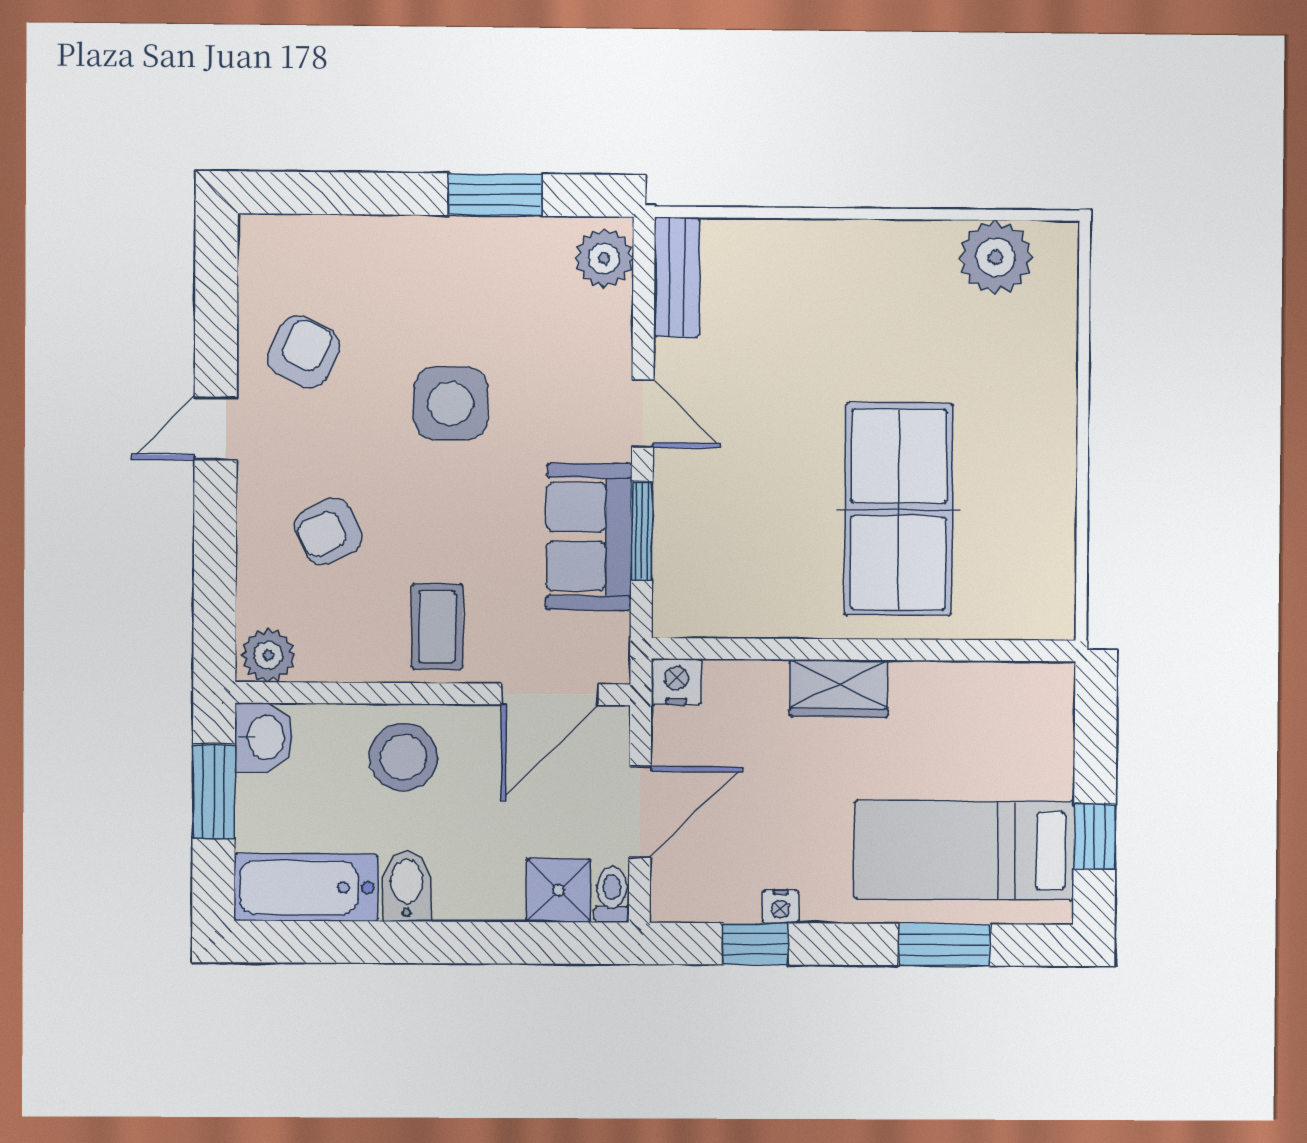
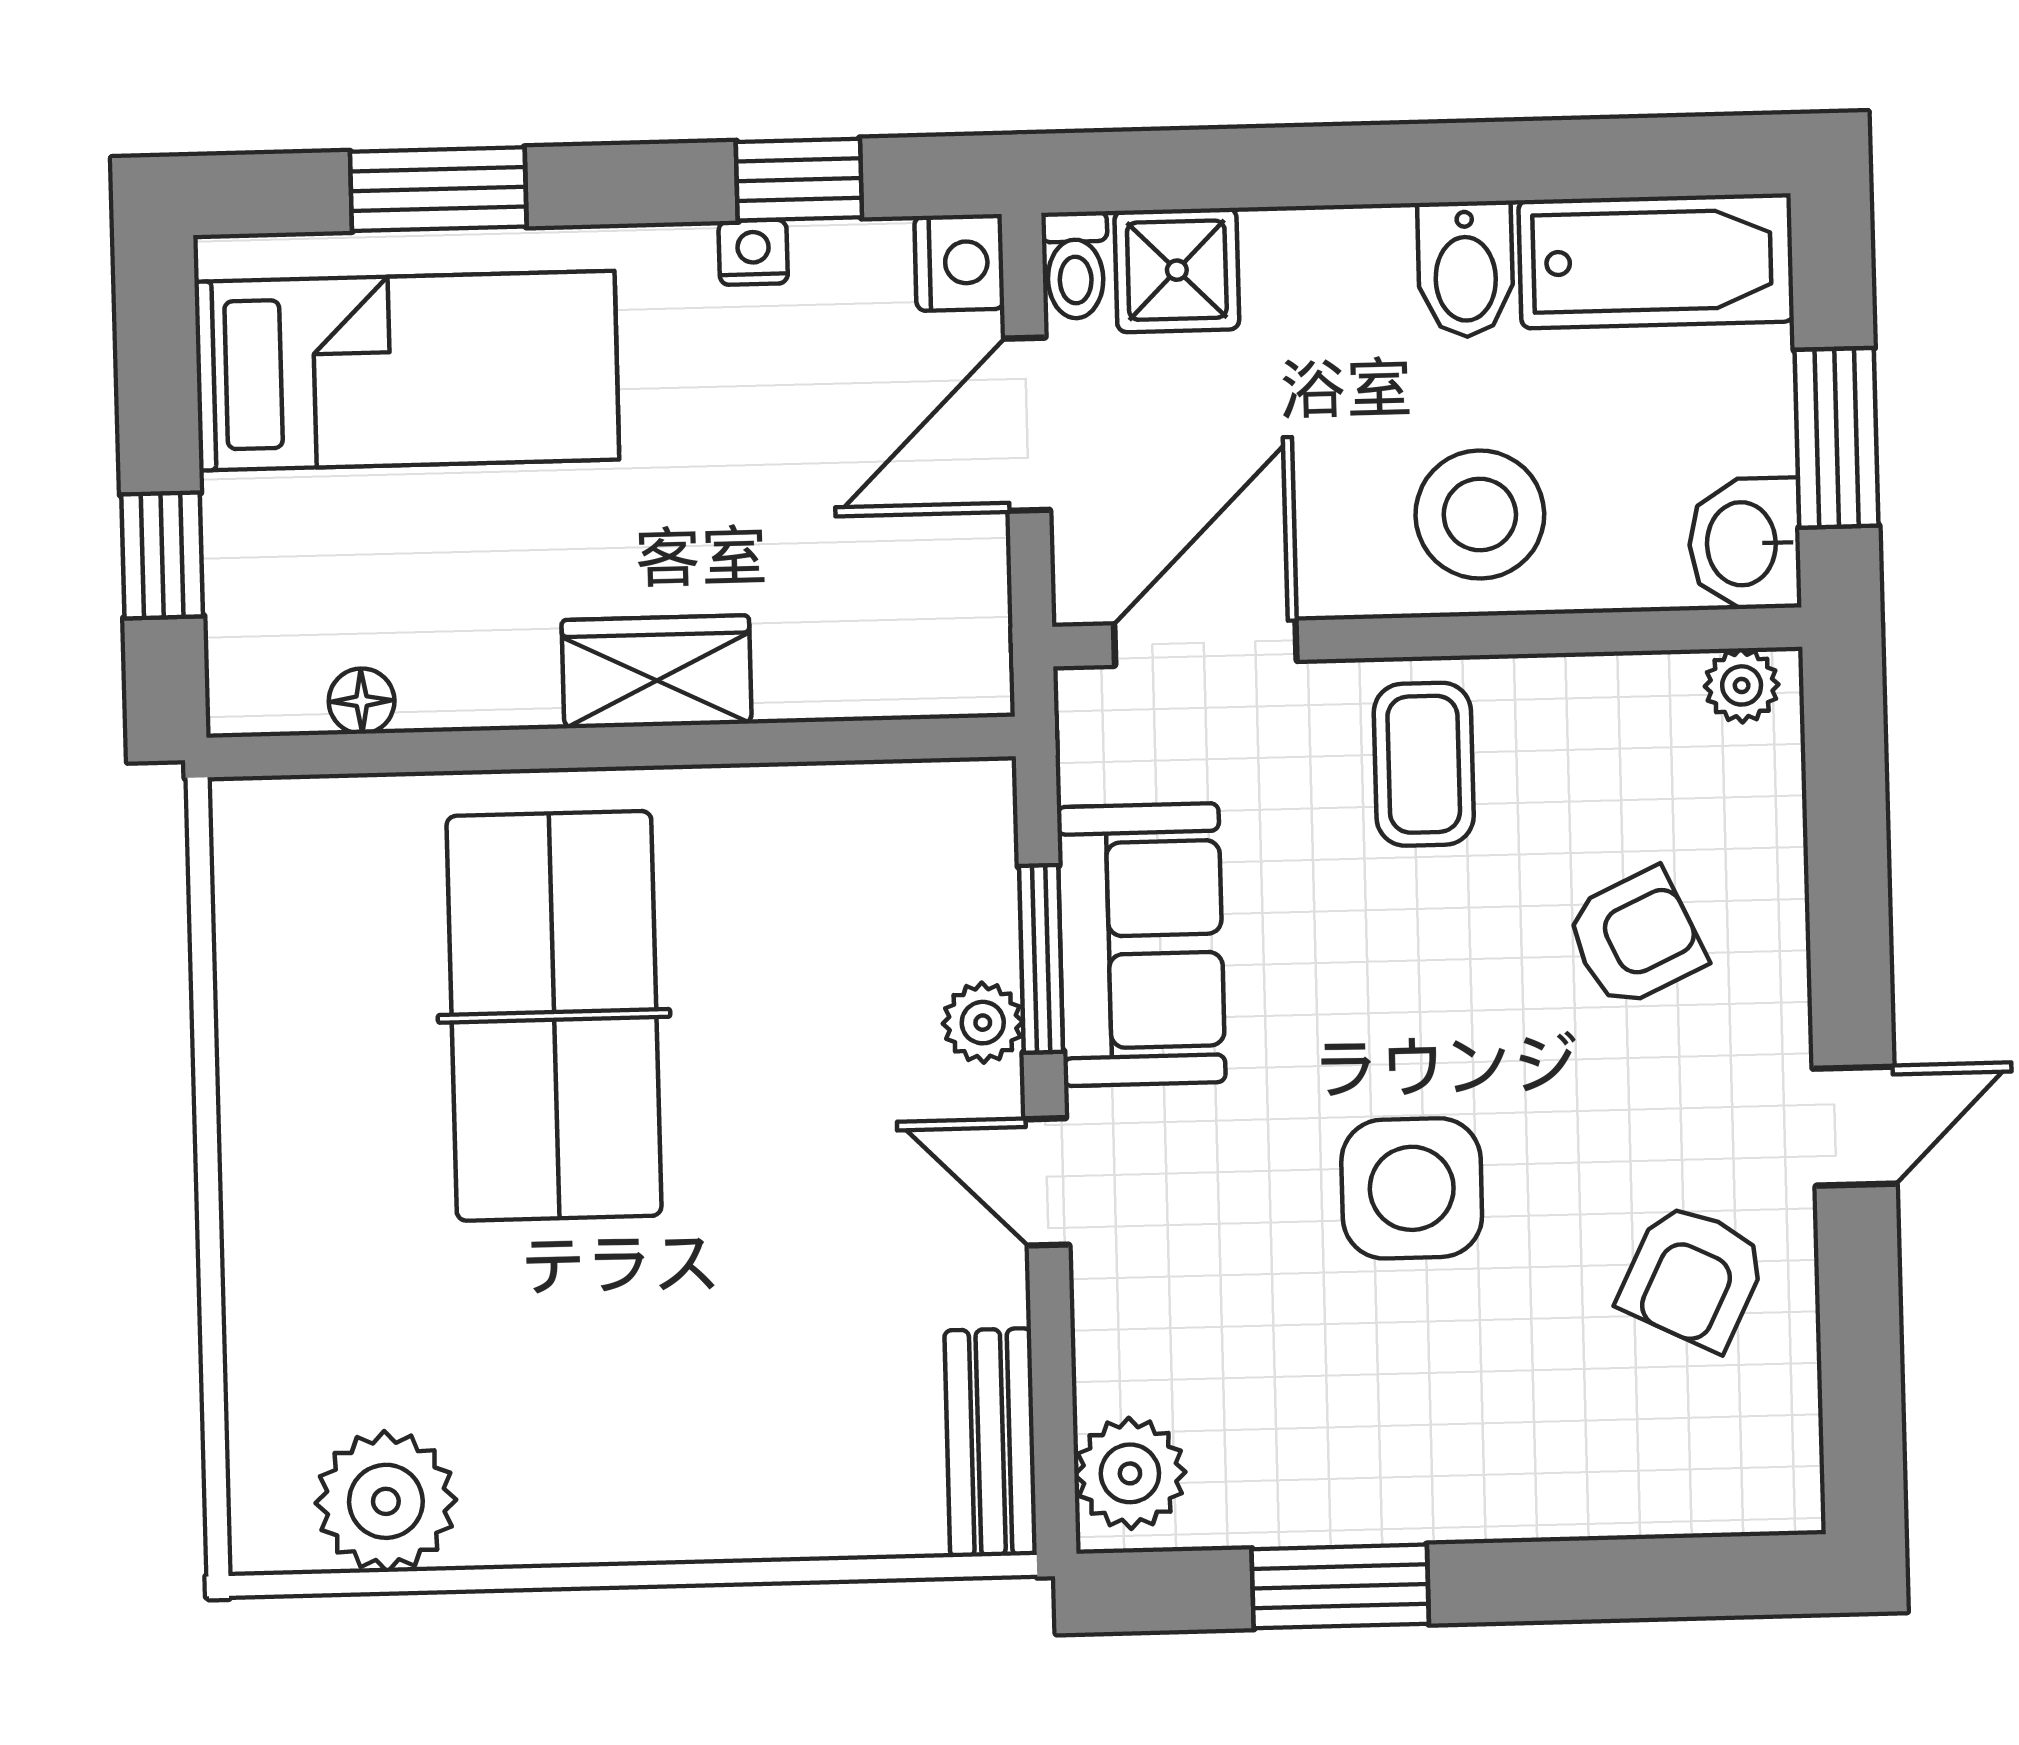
plant: (674, 498) -> (983, 1023), added
plant: (268, 655) -> (1742, 685), width x0.73, depth x0.73
floor lamp: (994, 678) -> (362, 701), added
nightstand: (676, 682) -> (959, 263), moved, turned -90
window: (1095, 837) -> (162, 555), moved

